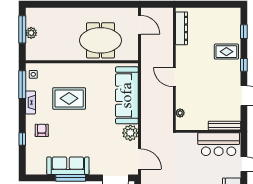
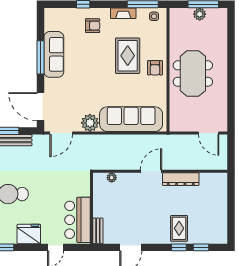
door: (140, 25) -> (209, 133), hinge flipped
dresser: (182, 28) -> (181, 179), moved
meeting table: (101, 40) -> (193, 74), moved
window: (244, 65) -> (179, 247), moved
armchair: (80, 74) -> (155, 68), added
bench: (224, 126) -> (98, 231), width x0.73

